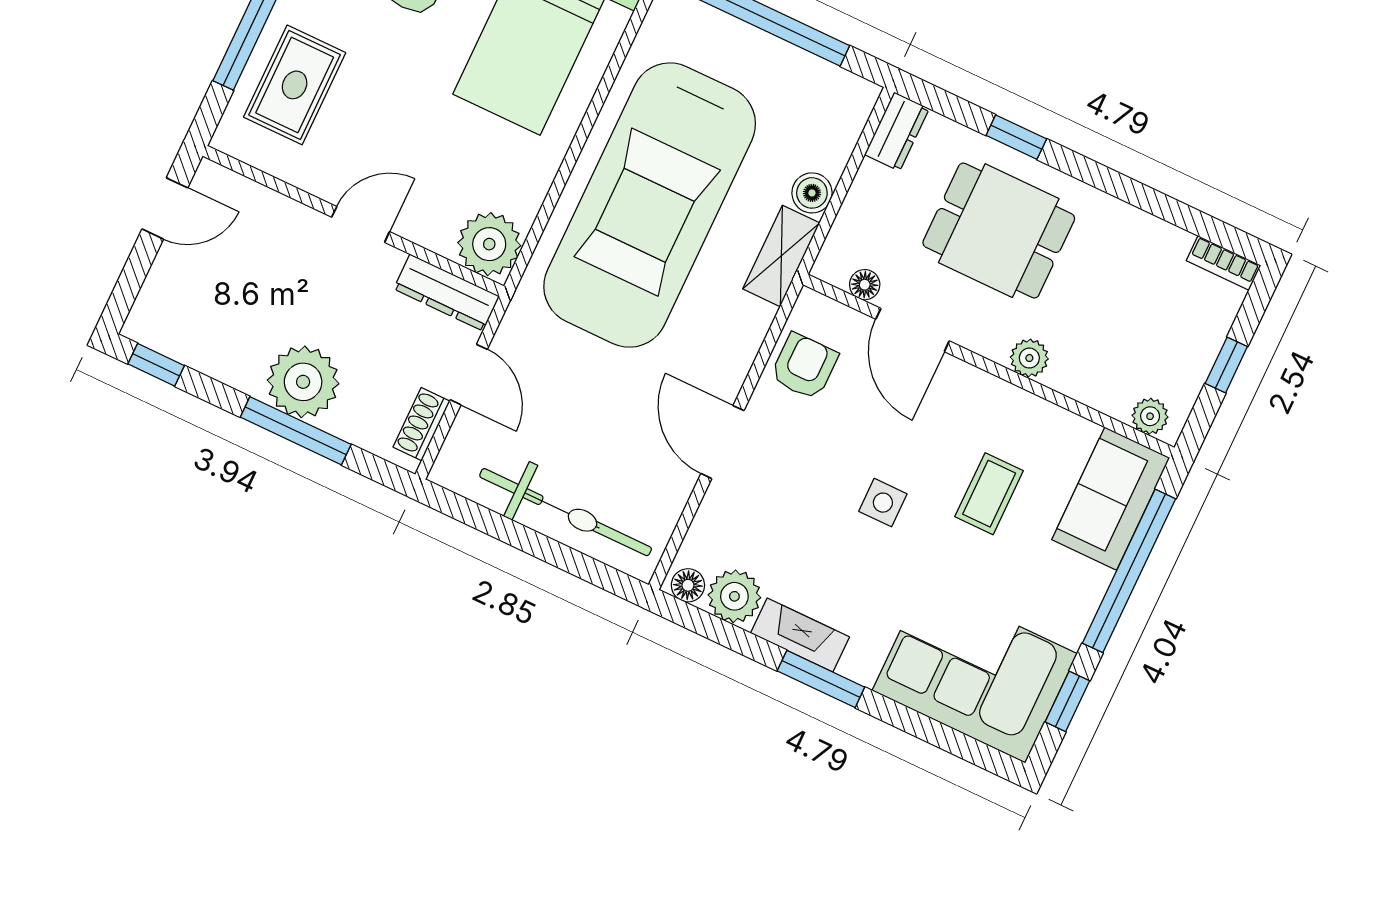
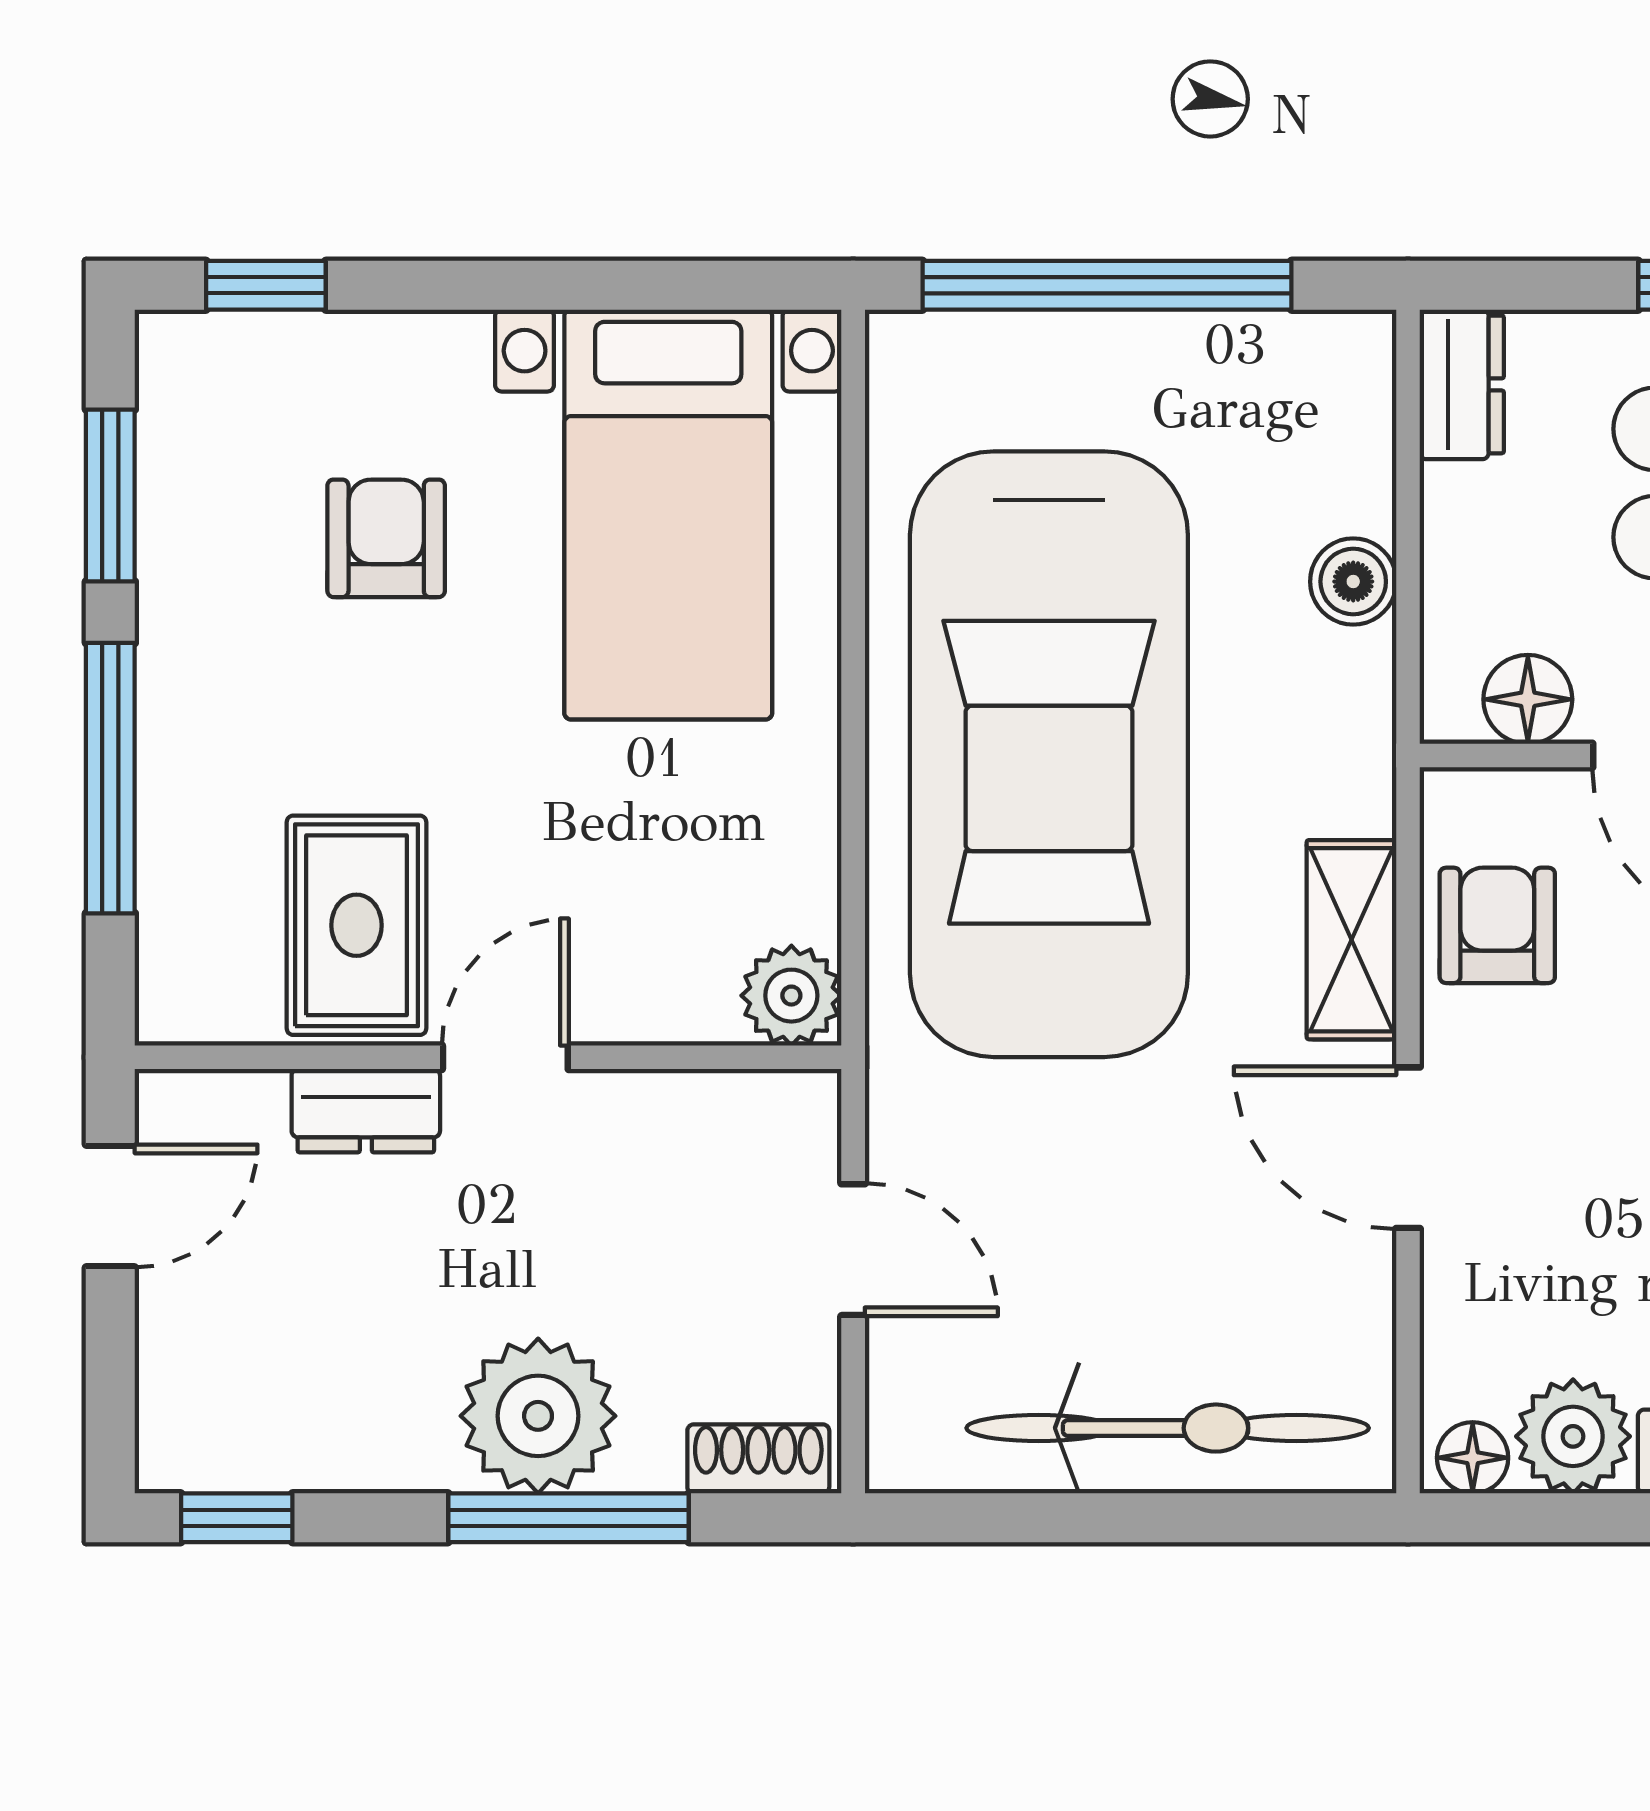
rug: (295, 85) -> (357, 925), moved
plant: (489, 244) -> (791, 996), width x0.73, depth x0.73
shelving: (781, 256) -> (1351, 940), moved
floor lamp: (865, 285) -> (1528, 699), width x1.37, depth x1.37
dresser: (447, 293) -> (366, 1111), moved, width x0.70
shoe rack: (422, 424) -> (758, 1459), moved, turned 90

